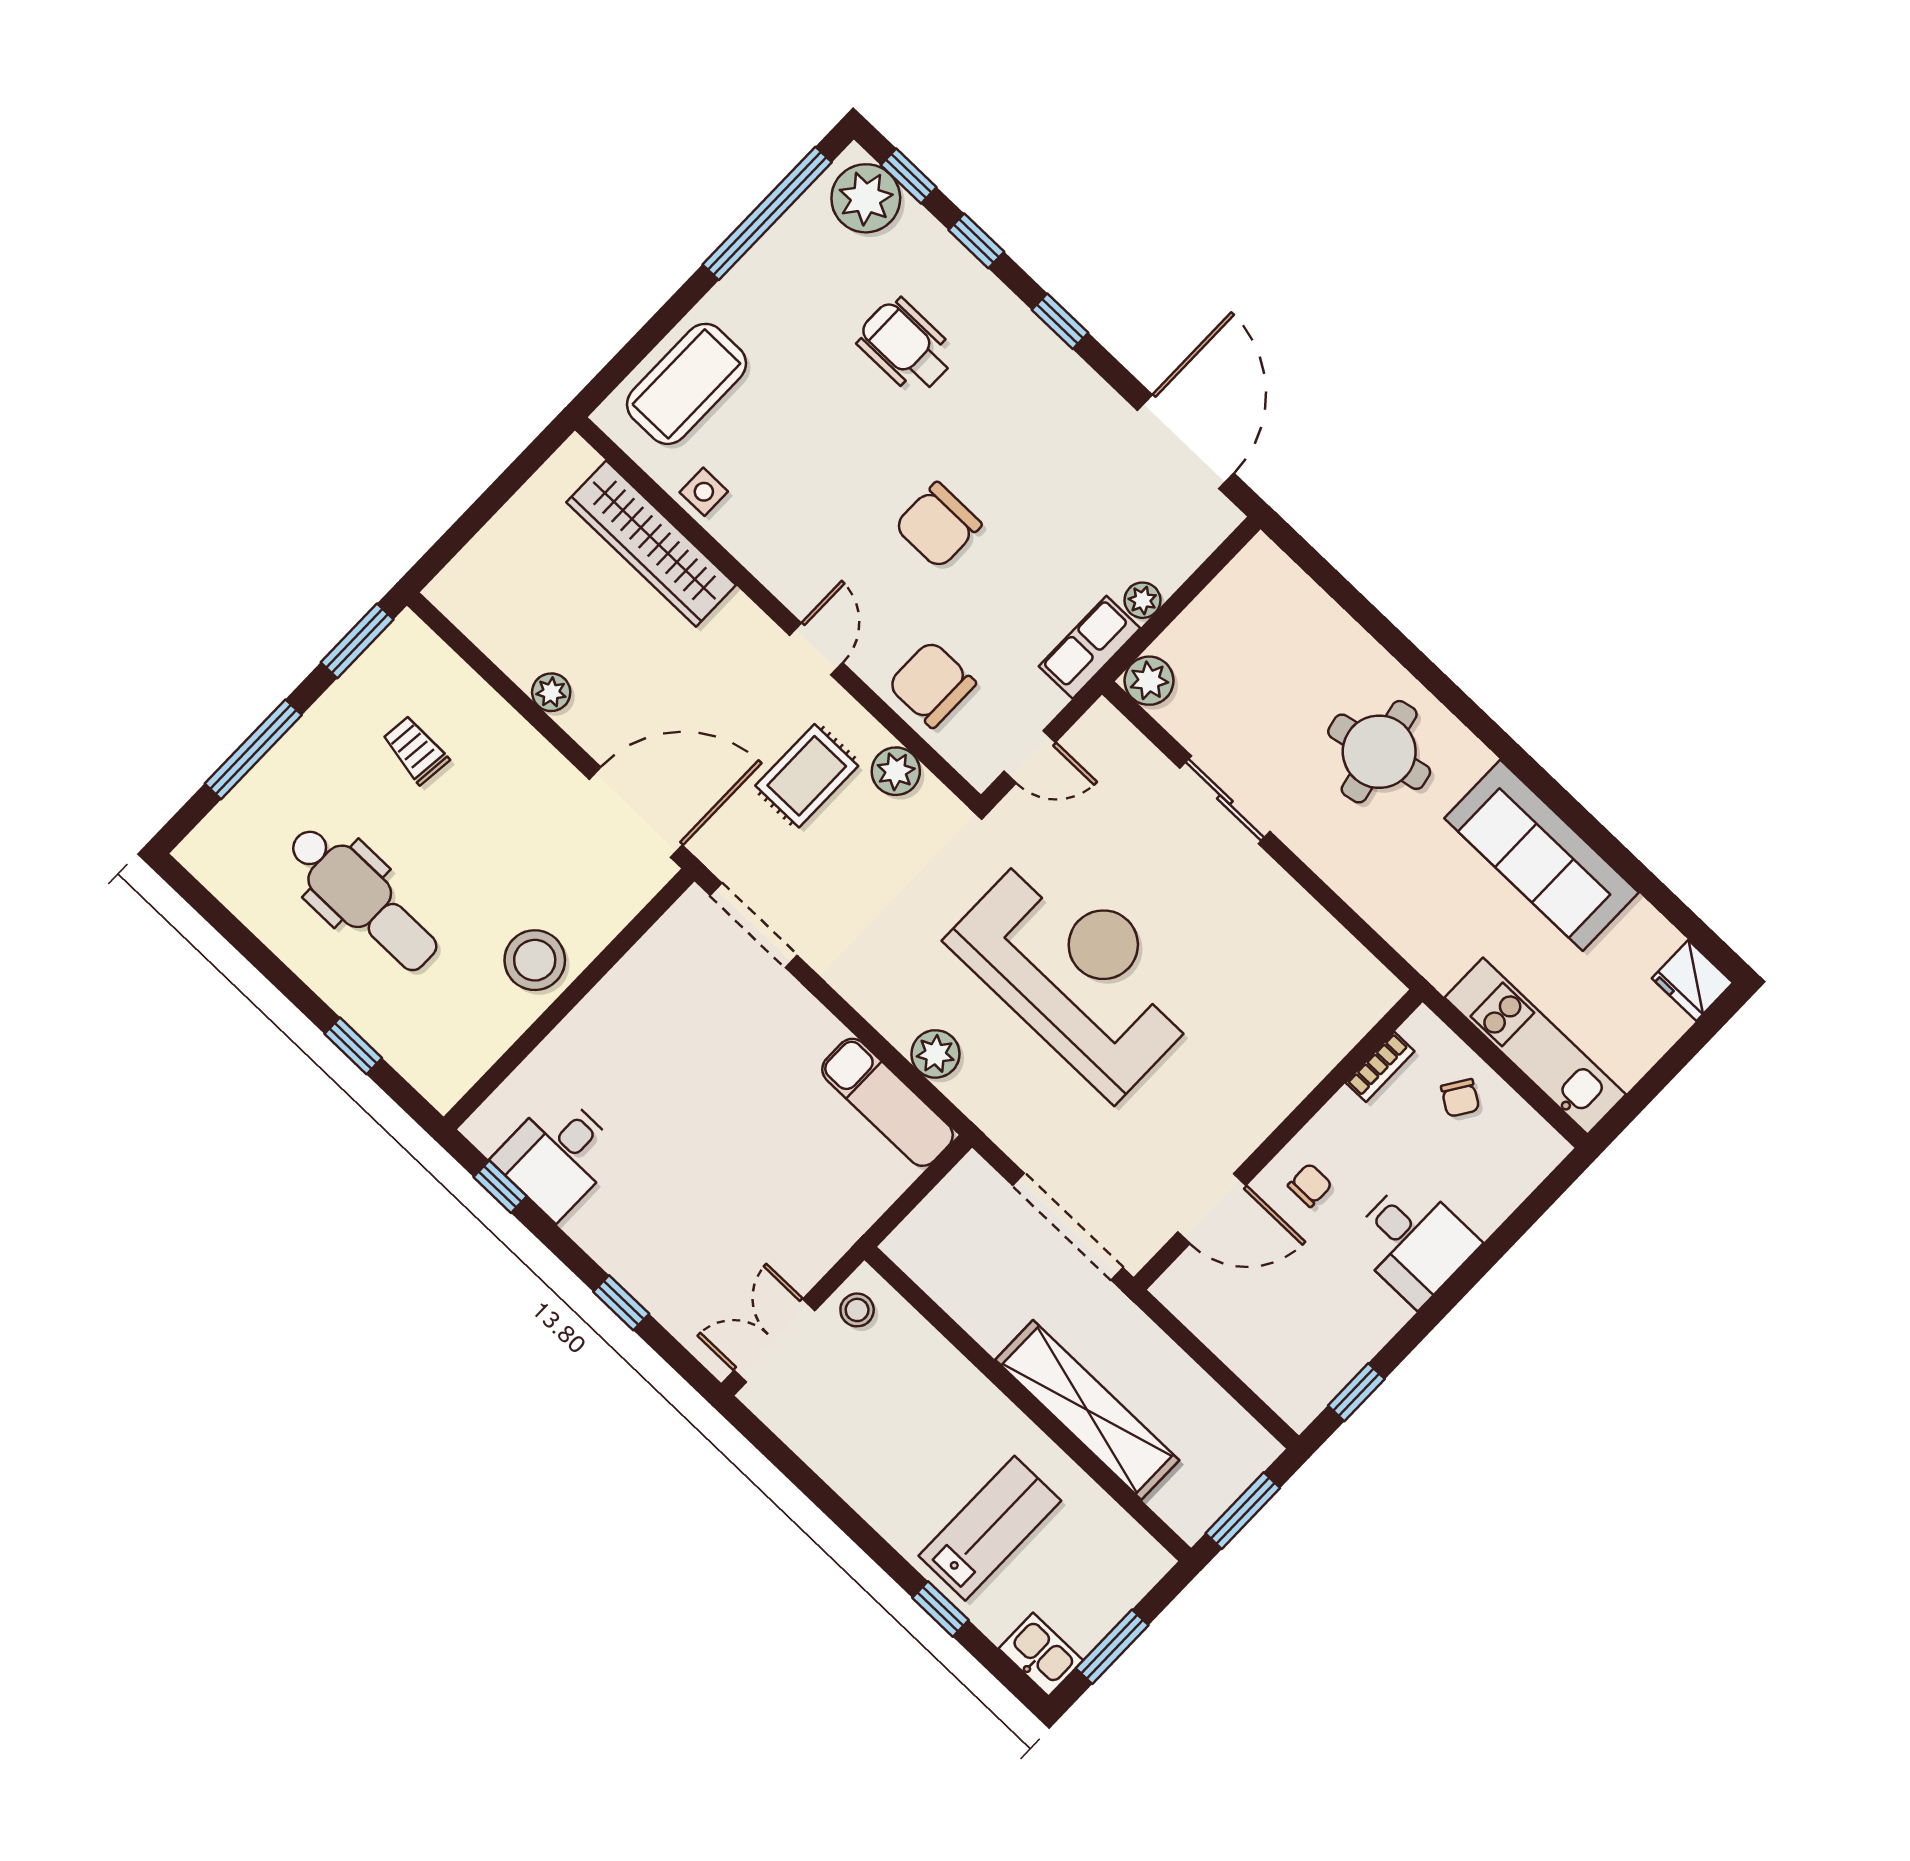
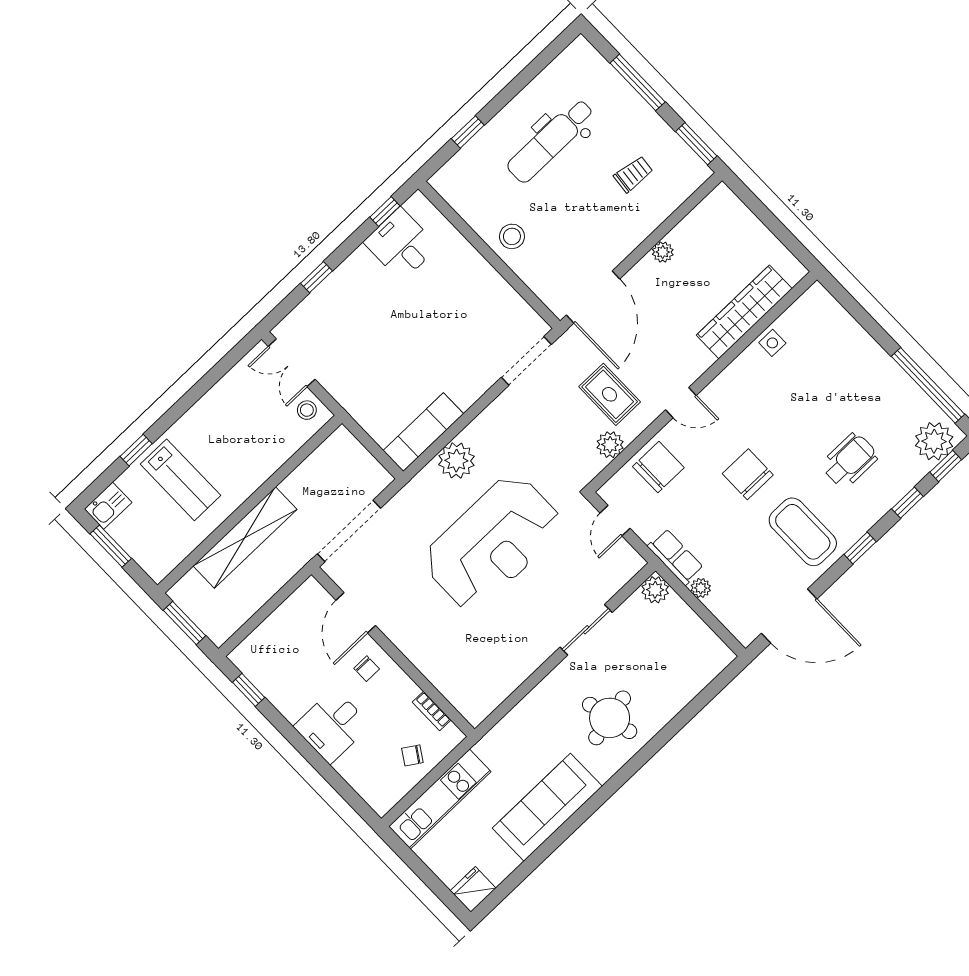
coffee table: (686, 384) -> (803, 532), moved
stool: (535, 960) -> (512, 236), width x0.73, depth x0.73
plant: (935, 1054) -> (456, 461), width x1.36, depth x1.36
double door: (775, 1340) -> (292, 363), swing flipped

